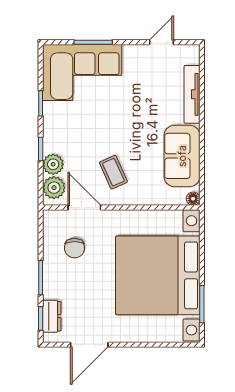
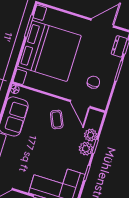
plant: (54, 188) -> (86, 149), moved

